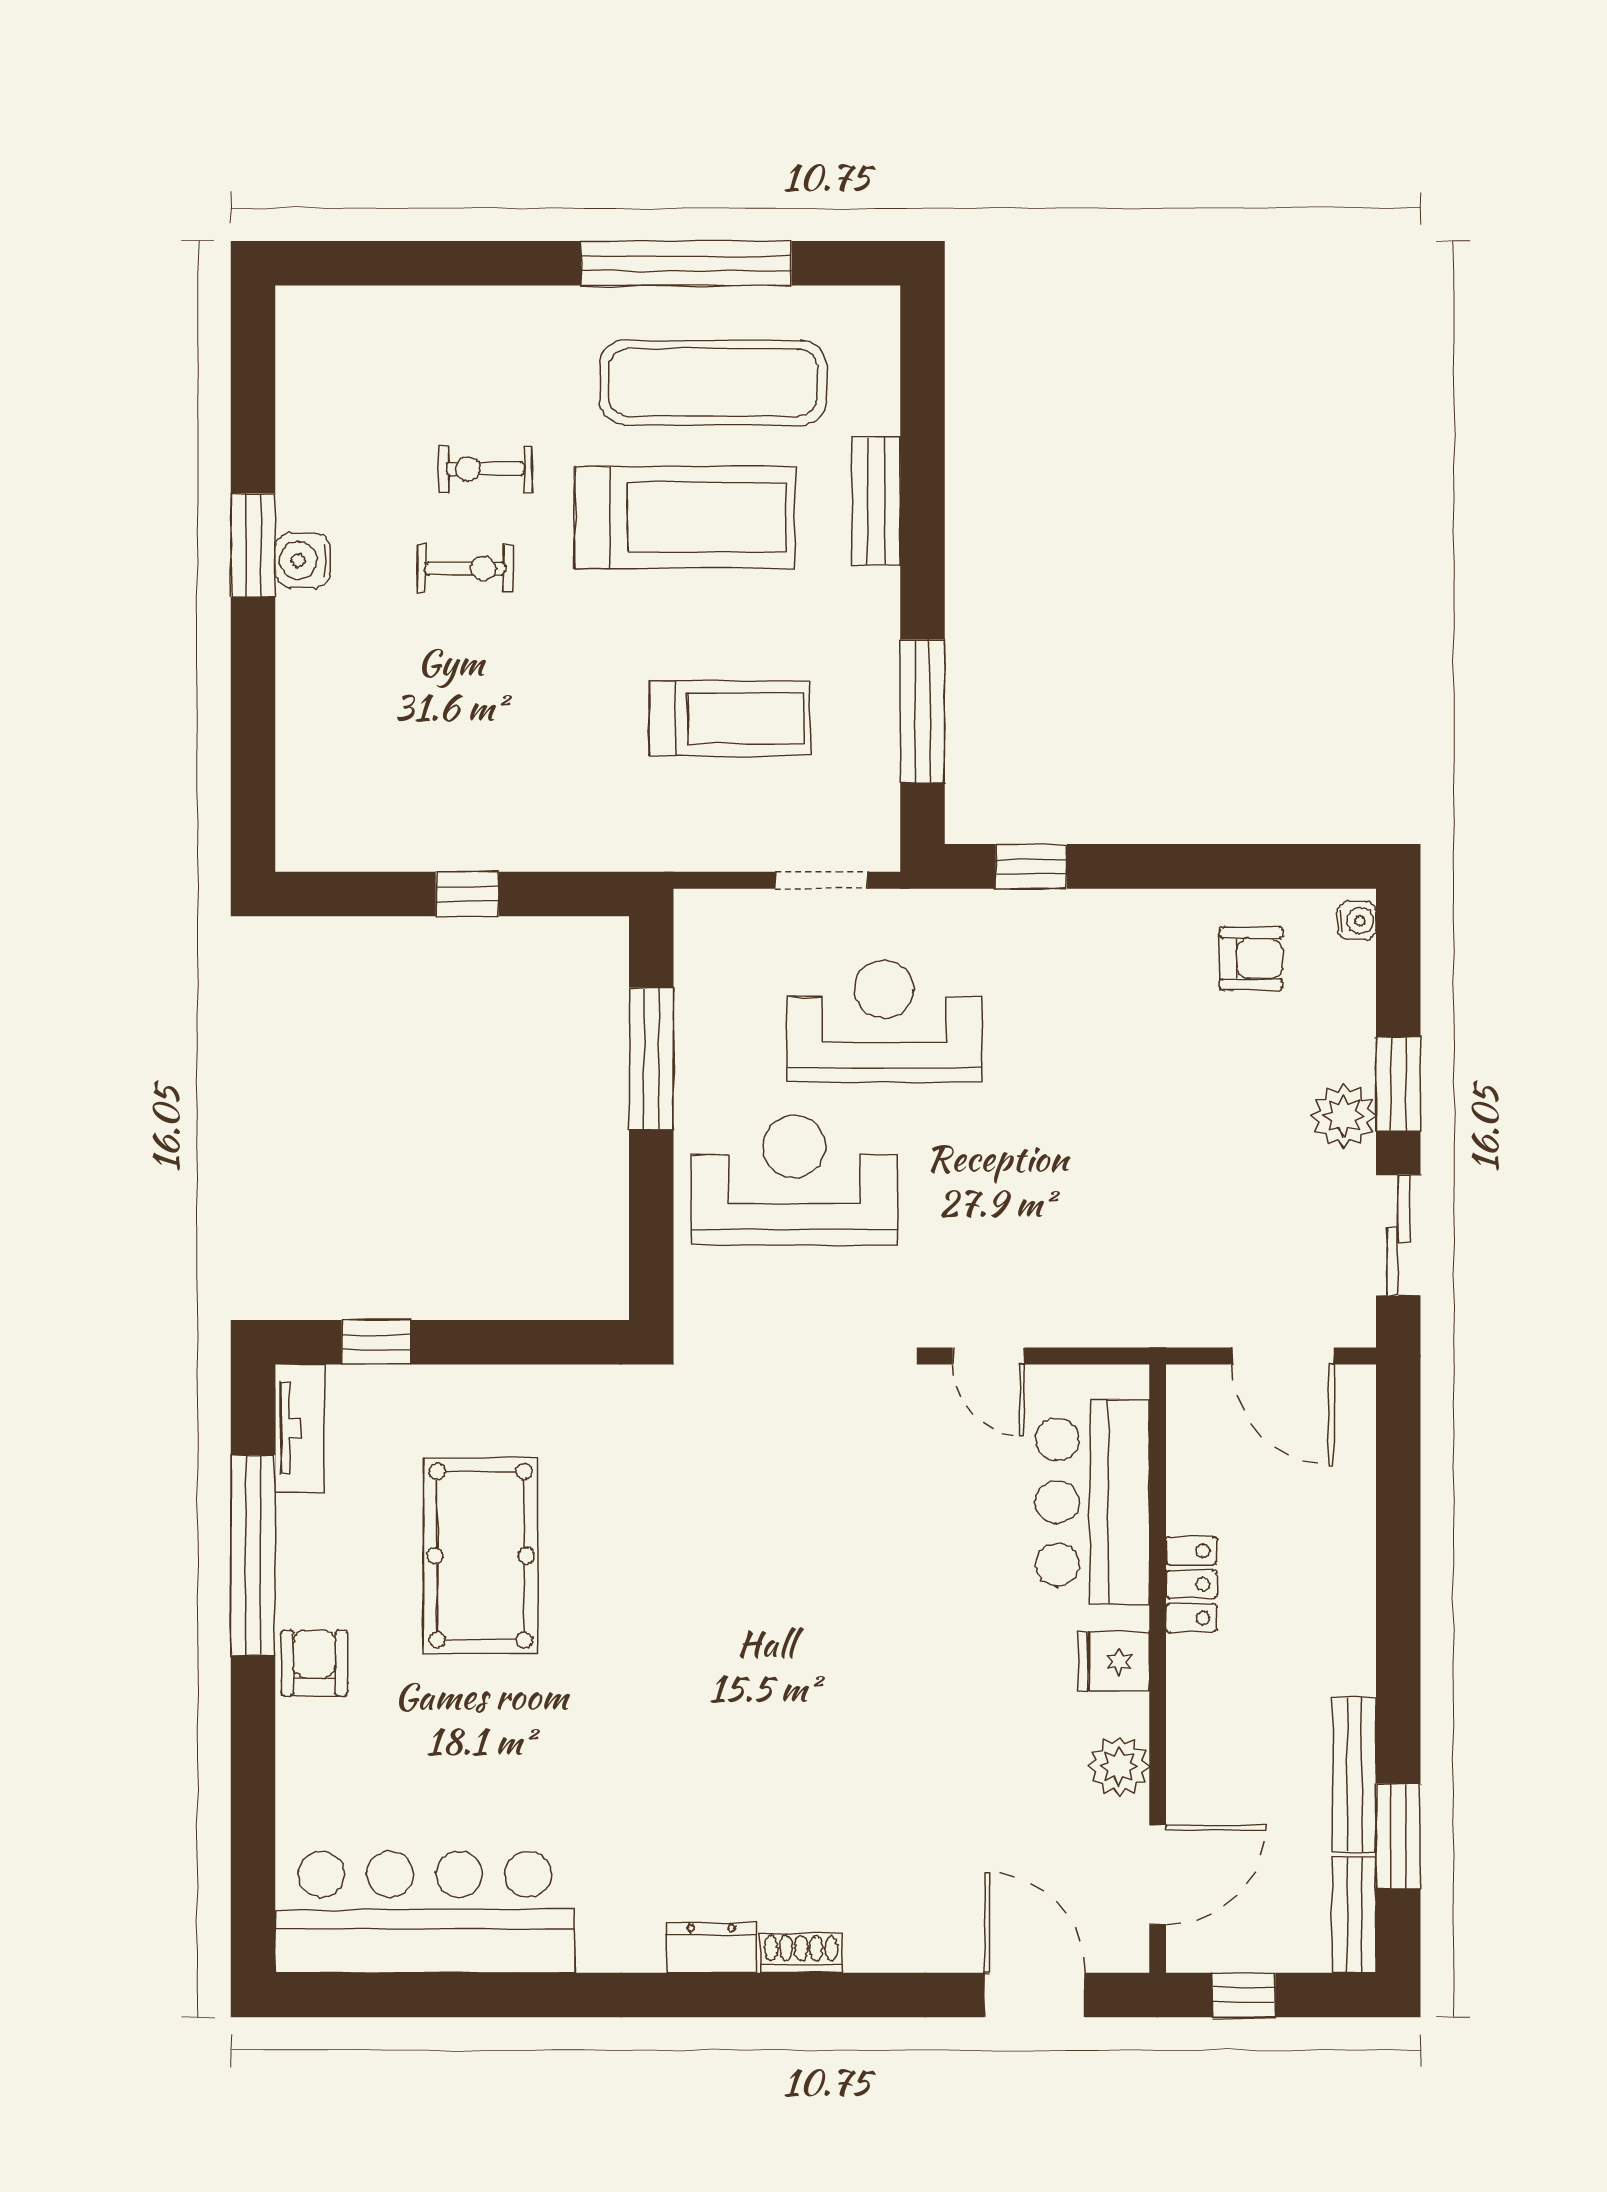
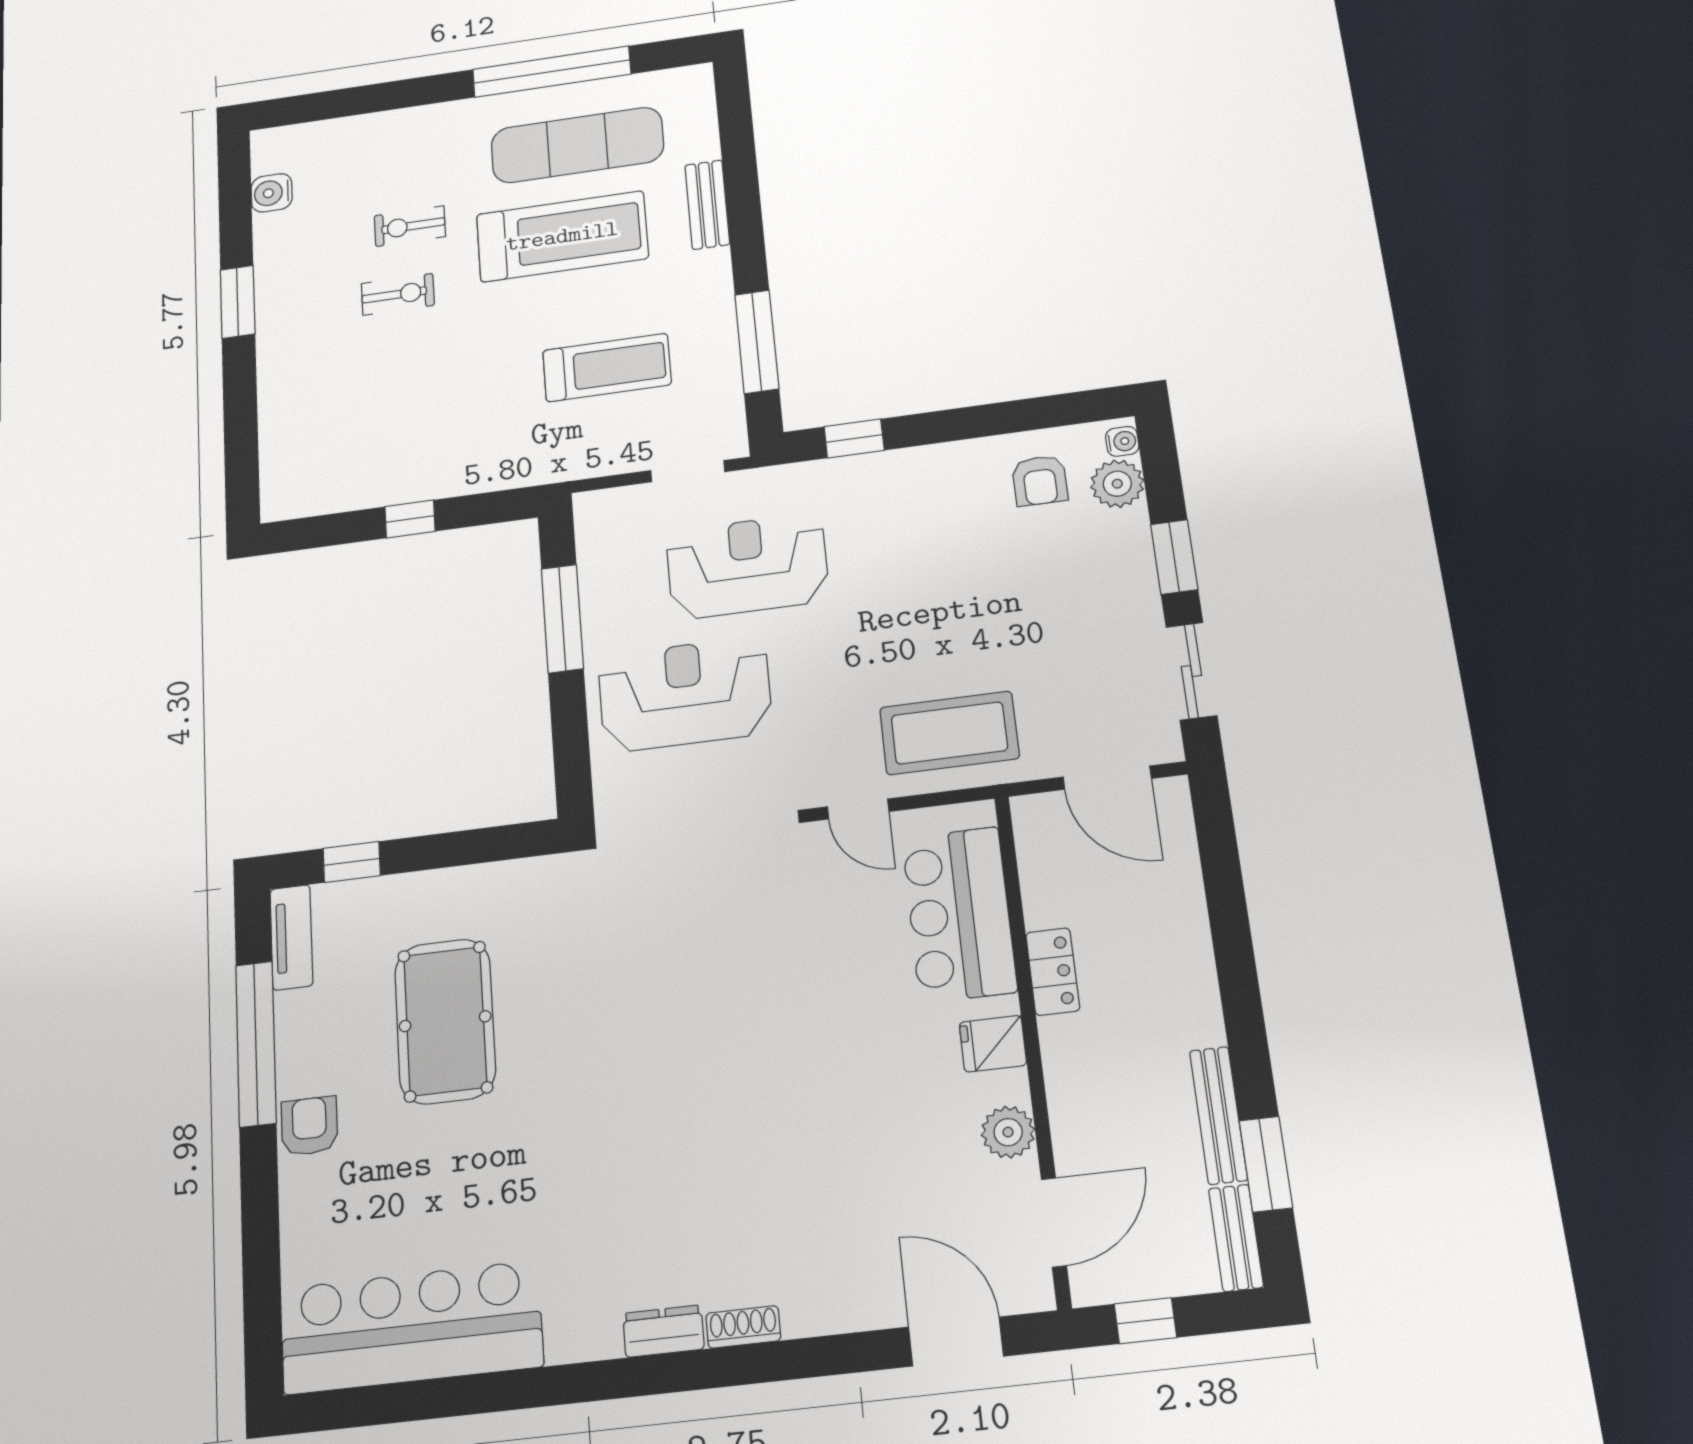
water cooler: (303, 560) -> (272, 193), moved
armchair: (1251, 959) -> (1040, 481), turned 90
plant: (1344, 1116) -> (1117, 484), moved
coffee table: (1106, 1274) -> (949, 733), added

